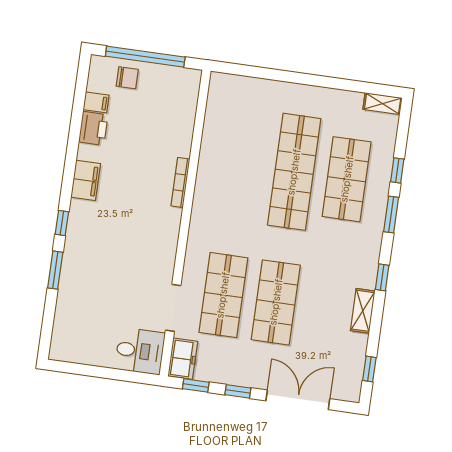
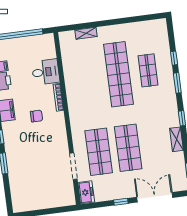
chair: (127, 78) -> (36, 116), moved
shelving: (383, 104) -> (86, 33), moved
shop shelf: (347, 179) -> (148, 70), width x0.70, depth x0.74
desk: (140, 351) -> (46, 72), moved
window: (196, 385) -> (97, 205), removed

